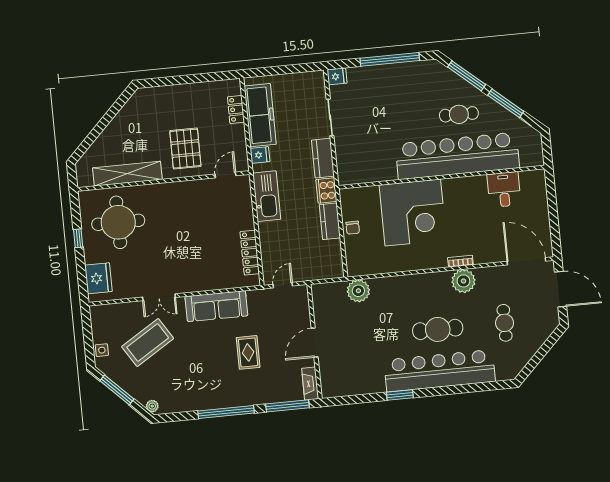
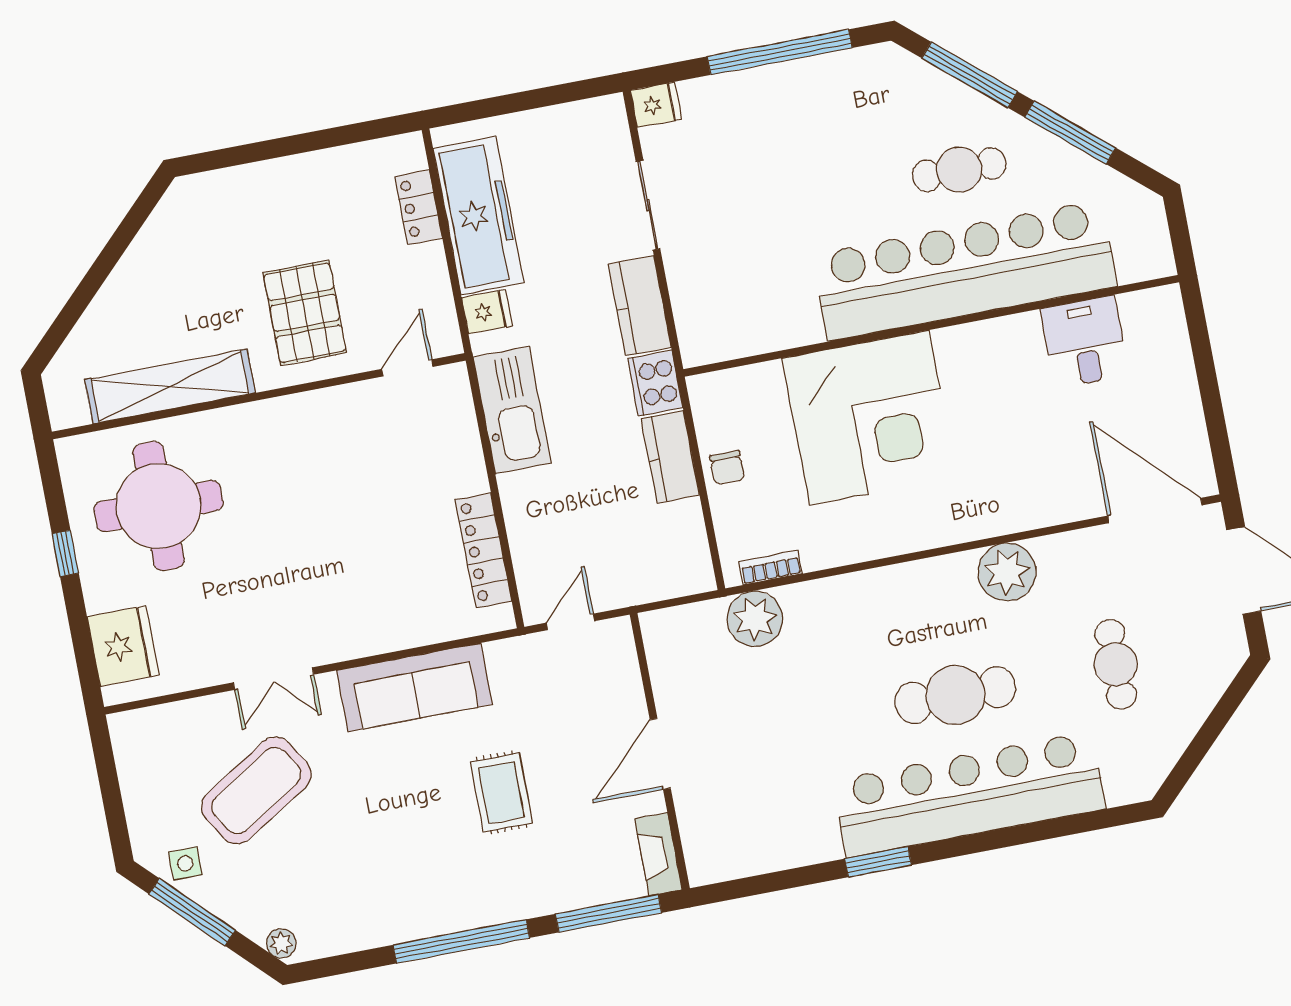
bookcase: (460, 261) -> (771, 568), moved
side table: (102, 350) -> (185, 863), moved

